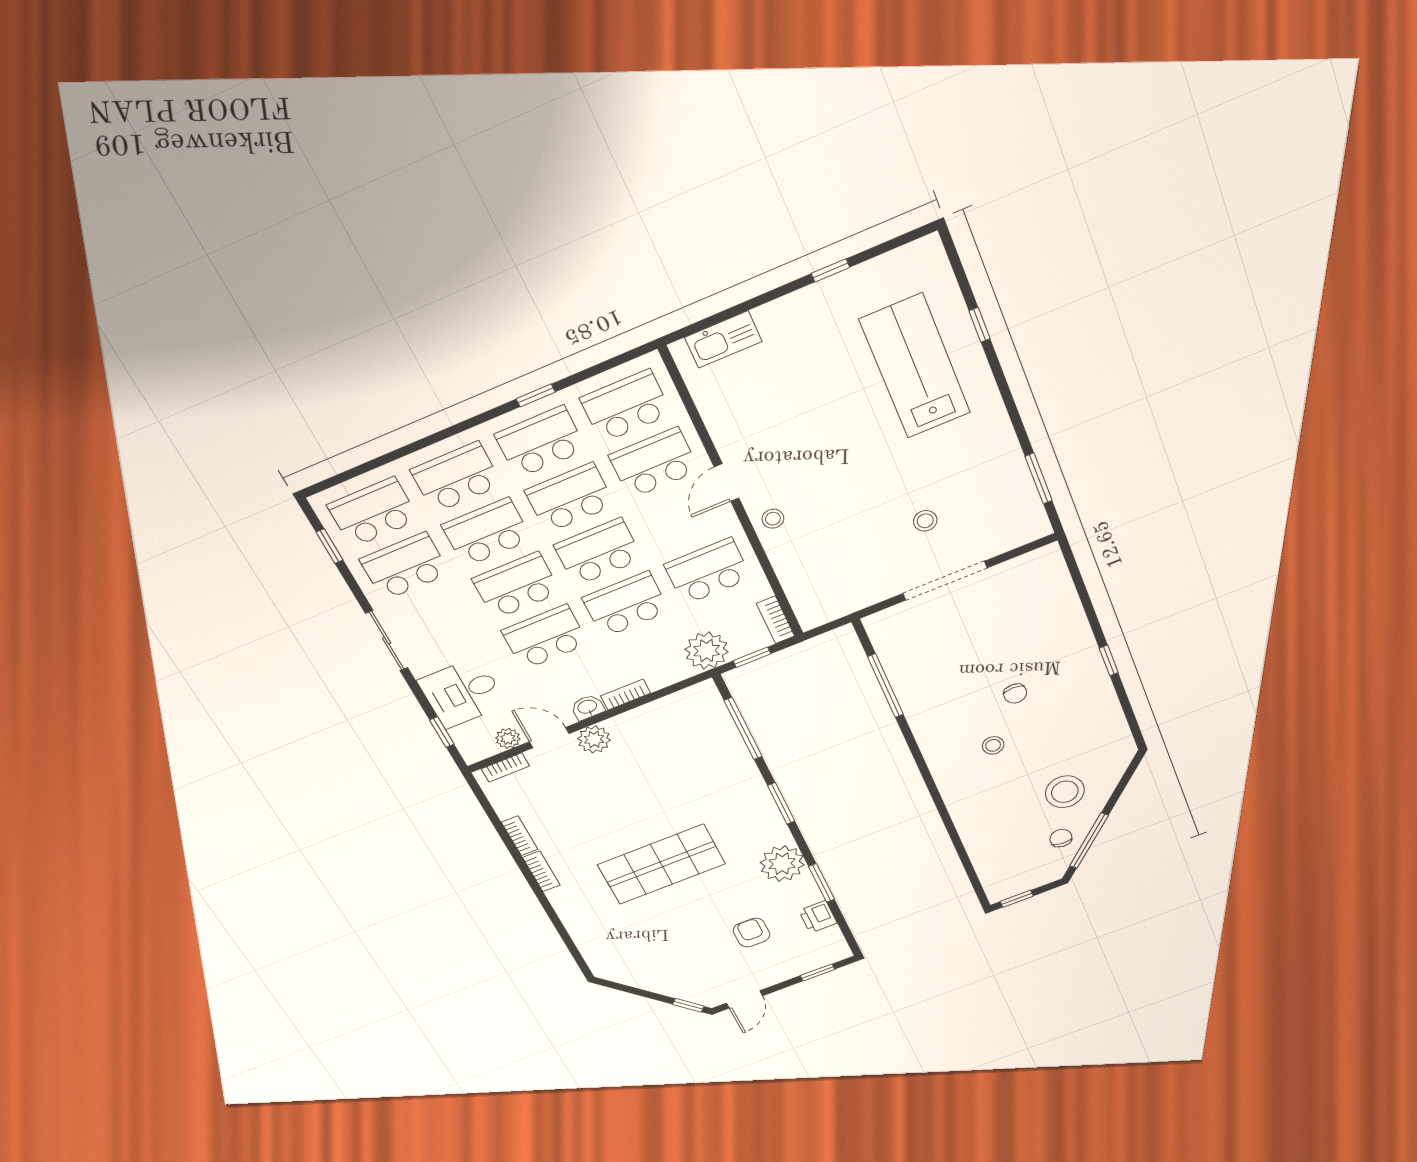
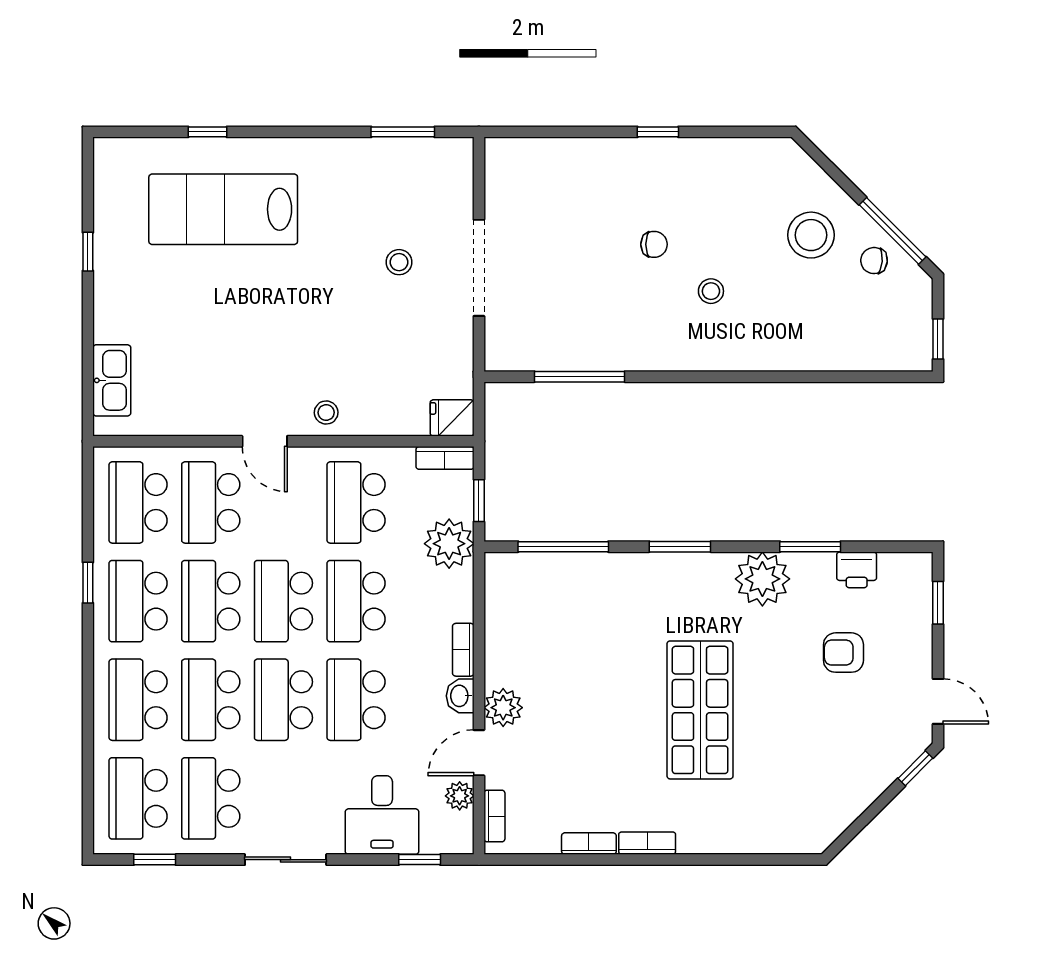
fridge: (811, 612) -> (452, 418), added

